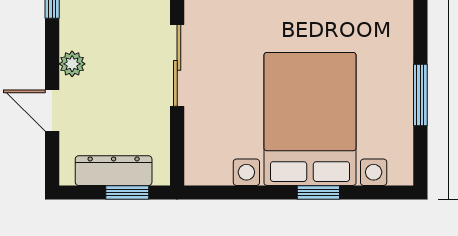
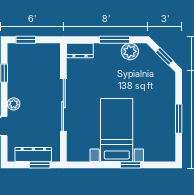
sliding door: (177, 65) -> (63, 105), width x1.37
bed with nightstands: (310, 119) -> (117, 130), width x0.73

